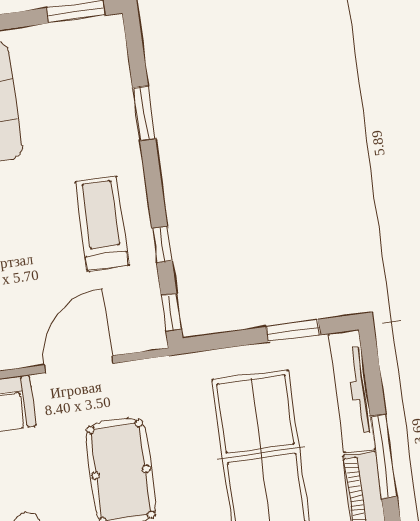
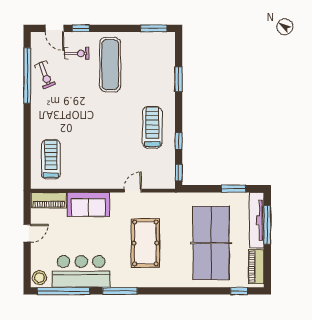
door: (79, 364) -> (133, 191), width x0.53
window: (384, 456) -> (267, 225), moved

